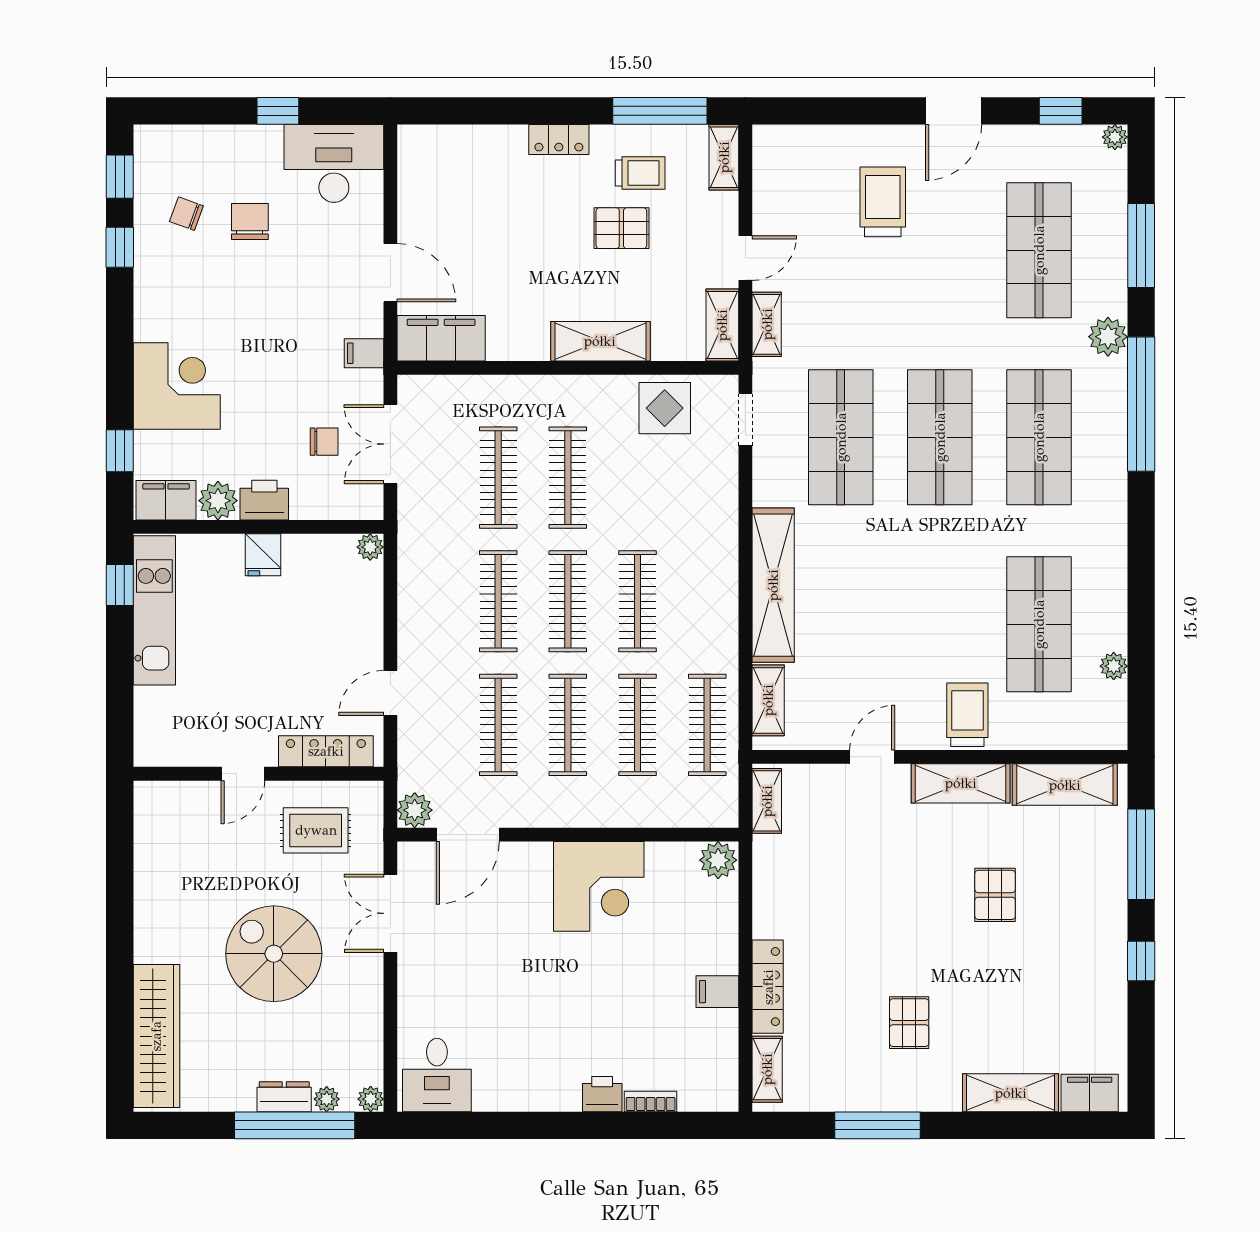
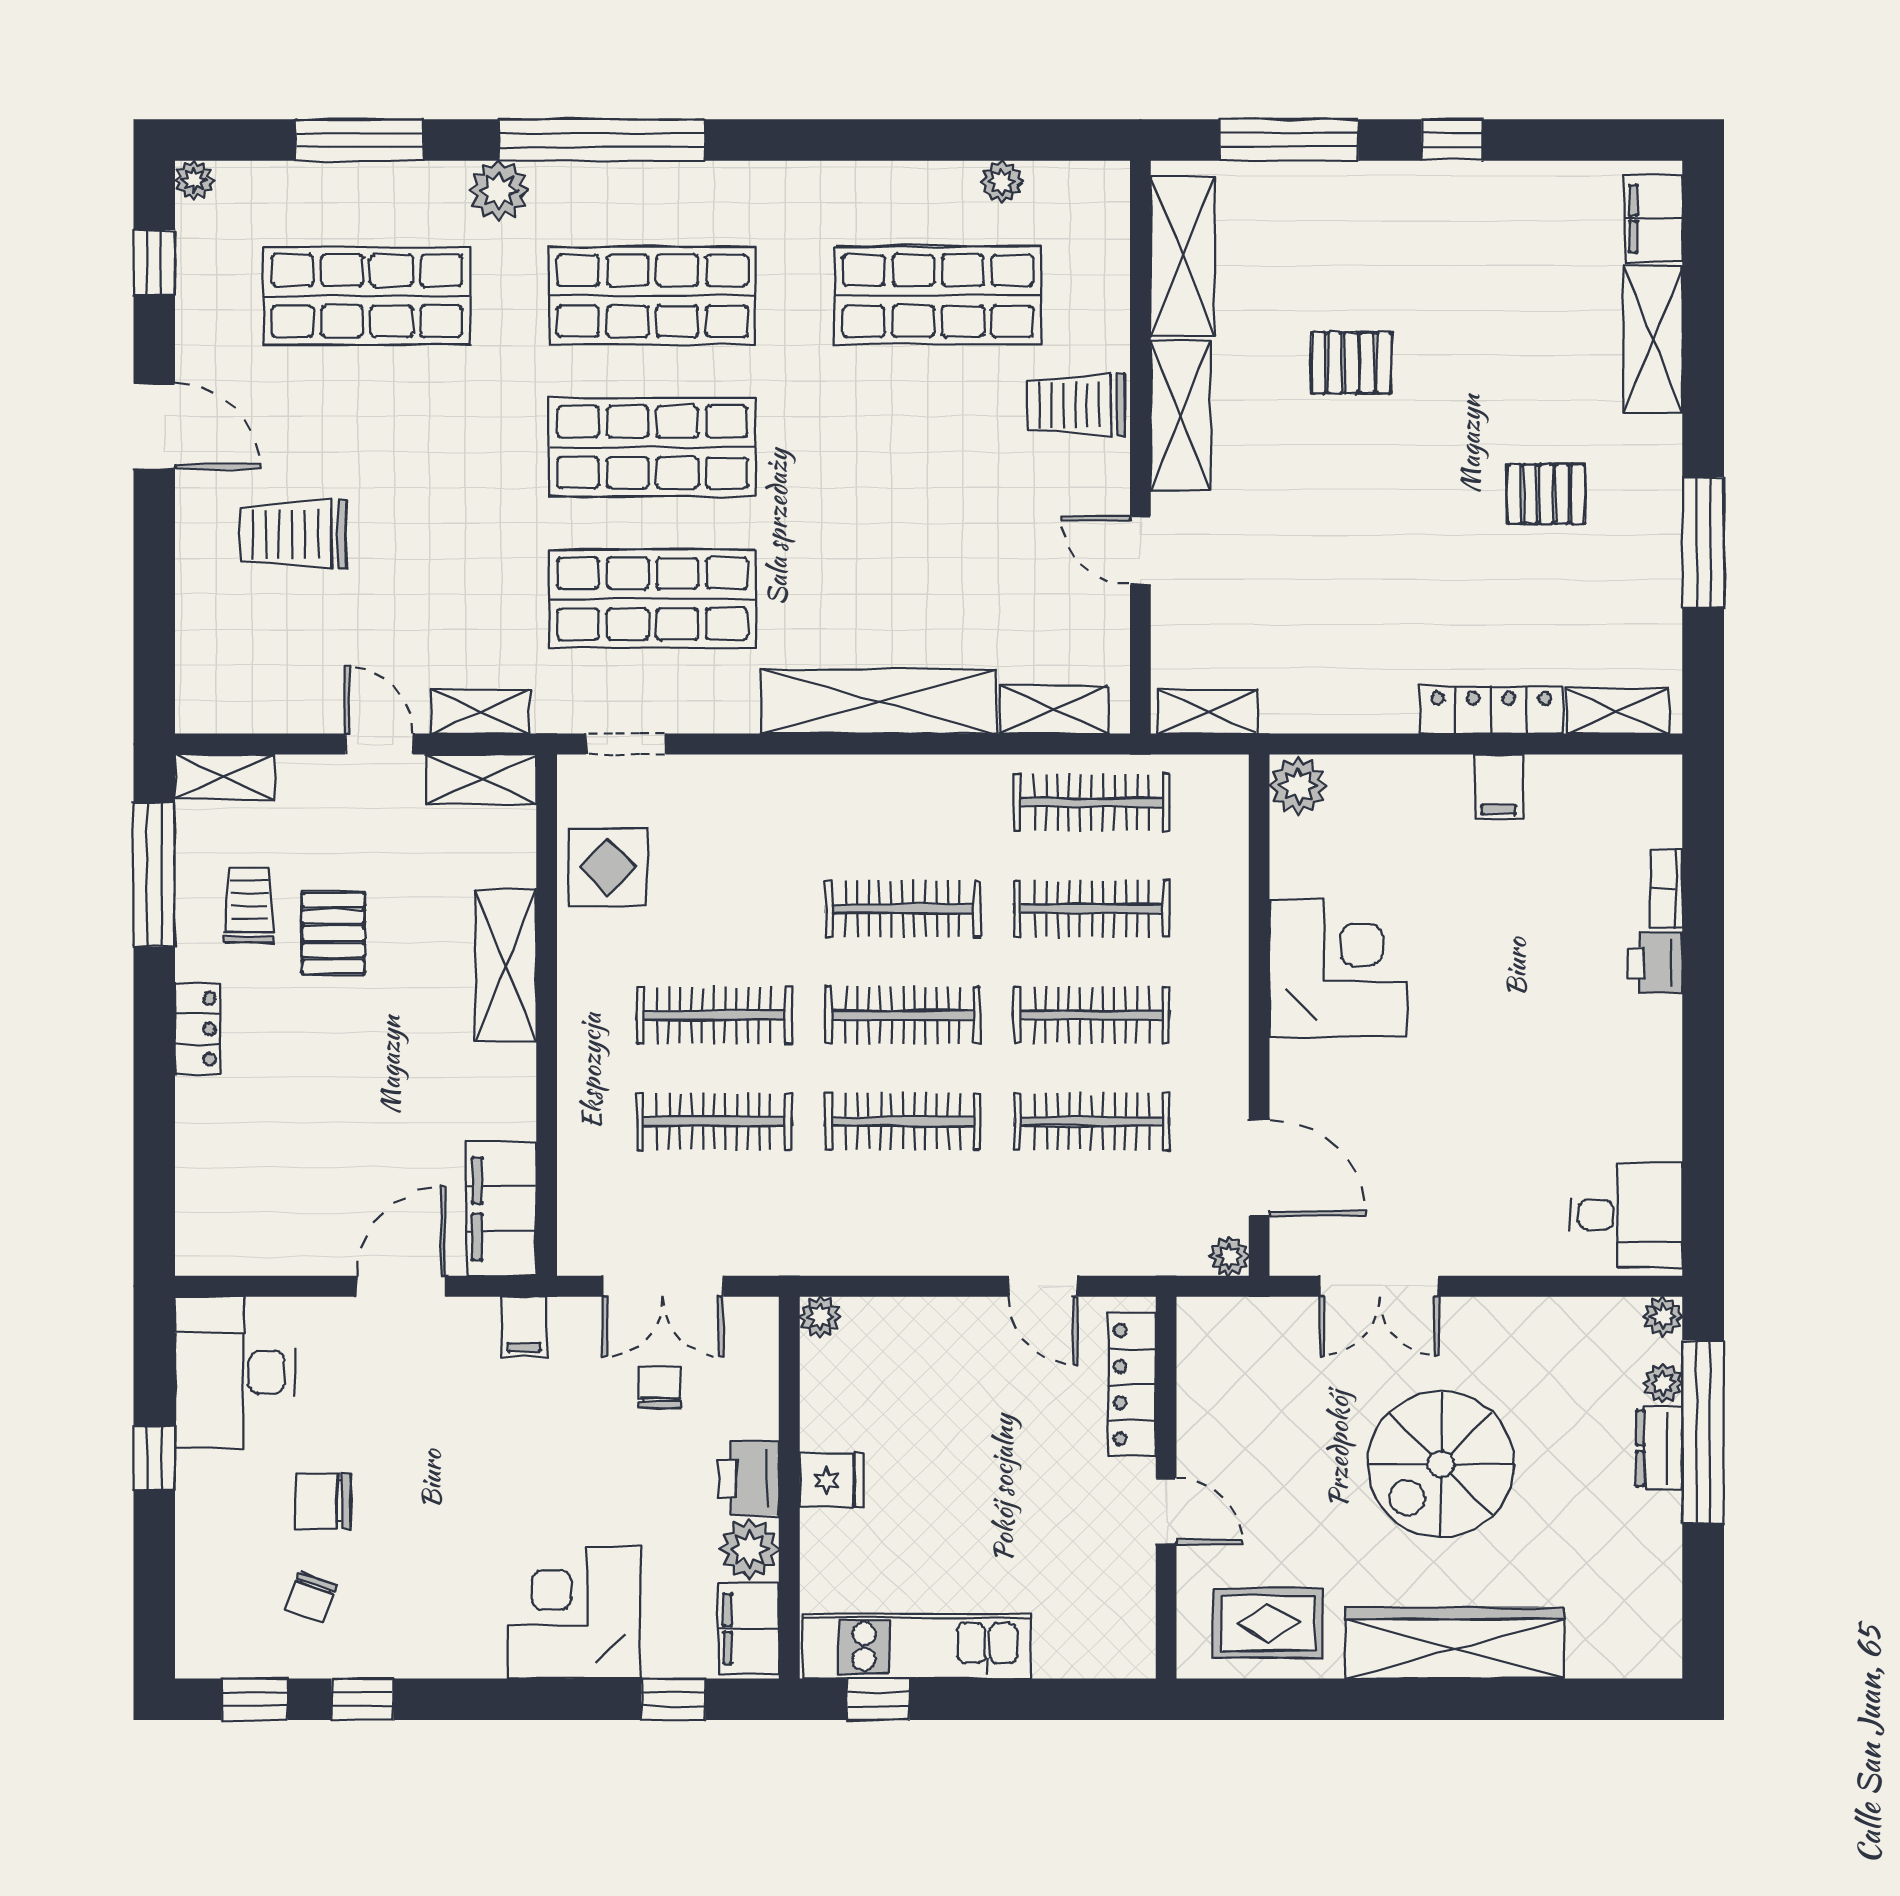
plant: (415, 810) -> (1229, 1256), width x0.73, depth x0.73
rug: (316, 830) -> (1268, 1623), moved, turned 90
wardrobe: (156, 1036) -> (1454, 1643), moved

